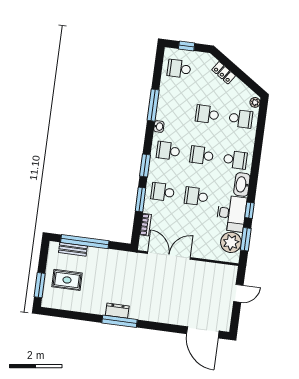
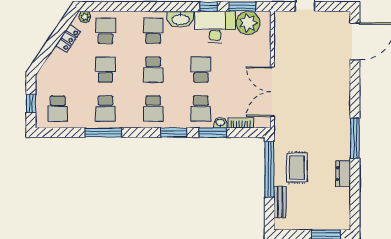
locker: (224, 73) -> (68, 38), moved
school desk: (174, 110) -> (106, 108), added
school desk: (207, 114) -> (106, 70), turned 180
washbasin: (159, 127) -> (220, 123), moved
school desk: (196, 196) -> (201, 70), turned 180
window: (85, 242) -> (269, 169), moved
rug: (67, 280) -> (297, 167), moved
dresser: (117, 311) -> (343, 174), moved

